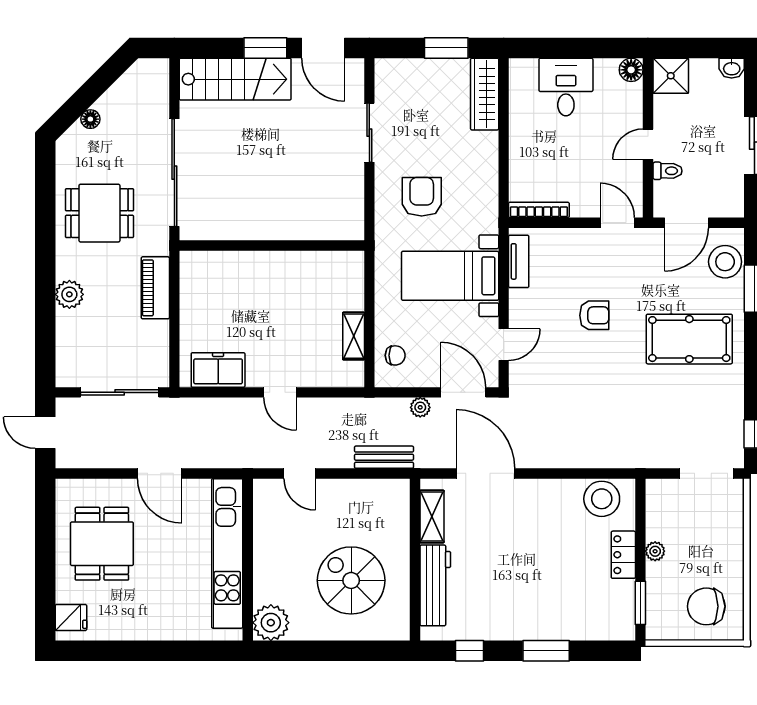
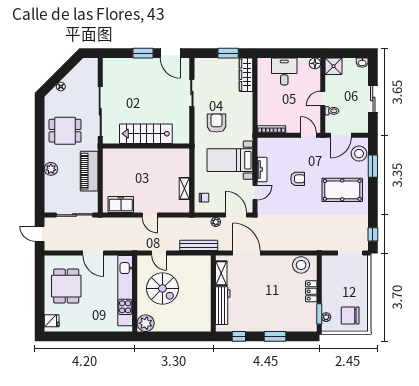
stairs: (235, 79) -> (146, 134), moved, turned 180
tv unit: (519, 261) -> (262, 170), moved
piano: (155, 288) -> (89, 171), width x1.37, depth x1.33
bench: (384, 457) -> (199, 245), width x1.36
plant: (655, 551) -> (326, 317), moved
spiral stairs: (351, 580) -> (162, 288), moved, turned 180

